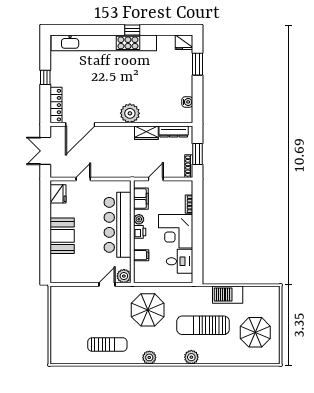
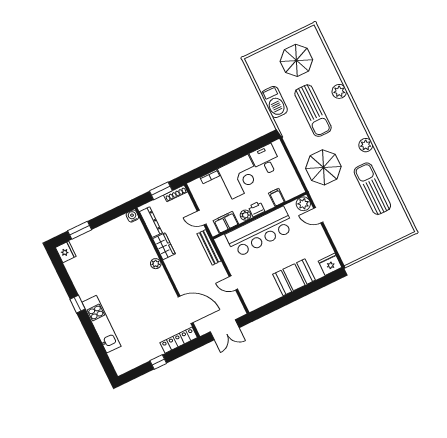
kitchen unit: (104, 43) -> (102, 324), width x0.54
water cooler: (187, 102) -> (132, 216), moved
plant: (130, 113) -> (156, 264), width x0.53, depth x0.53
bench: (126, 173) -> (209, 247), added
fridge: (58, 194) -> (330, 264), moved
sun lounger: (107, 345) -> (372, 189), width x1.36, depth x1.34
plant: (191, 357) -> (339, 91), moved

